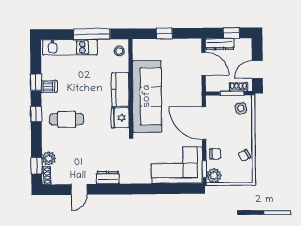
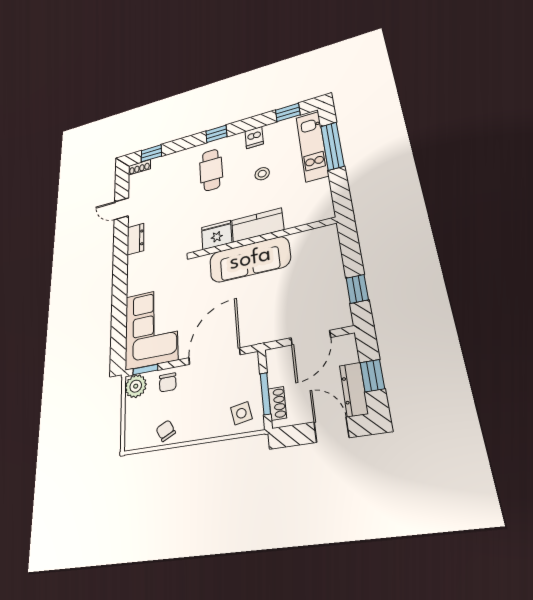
window: (92, 34) -> (332, 146), moved
window: (164, 34) -> (357, 289), moved
dresser: (220, 44) -> (354, 389), moved
stool: (119, 51) -> (262, 174), moved
door: (257, 69) -> (331, 430), moved
window: (36, 82) -> (288, 112), moved
sofa: (147, 96) -> (250, 259), width x0.74, depth x0.79
plant: (49, 159) -> (160, 164), removed

